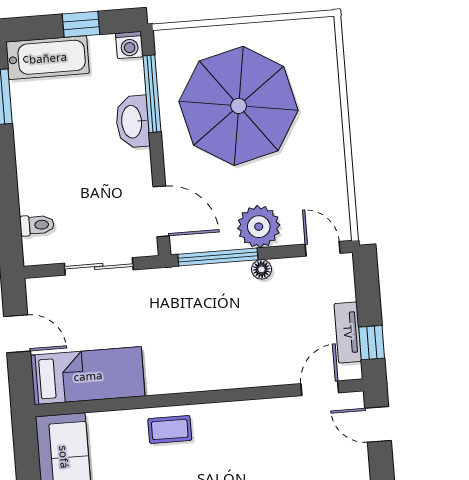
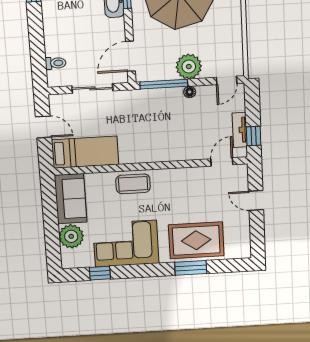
door: (161, 211) -> (130, 56), swing flipped
door: (323, 249) -> (227, 80), swing flipped
door: (378, 424) -> (256, 200), moved
coffee table: (170, 429) -> (133, 184), width x1.36, depth x1.30

